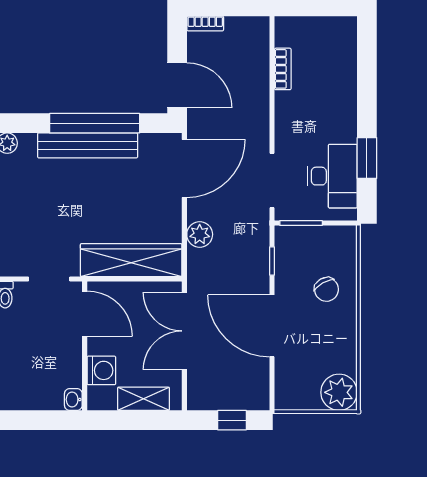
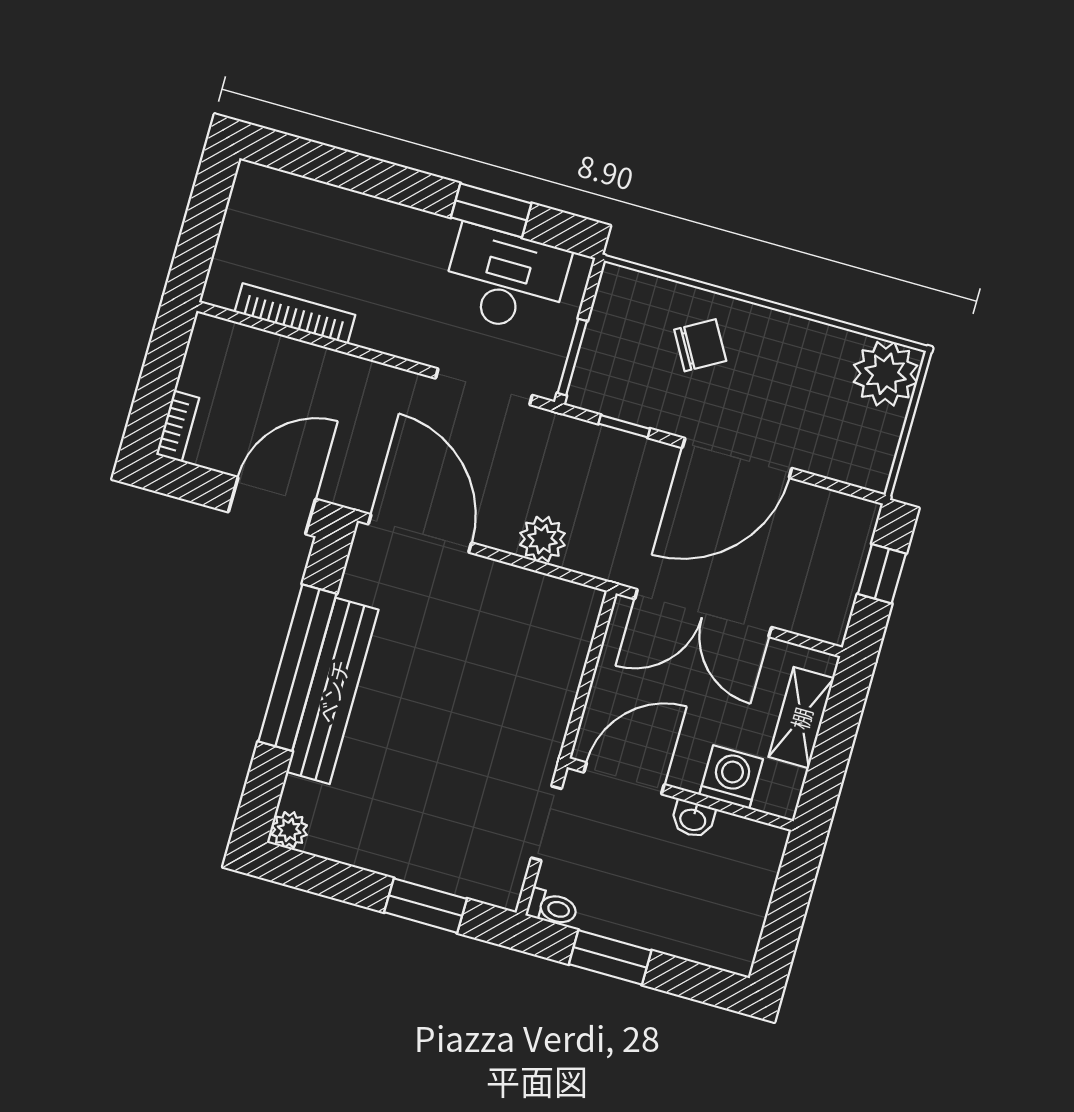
bookcase: (283, 69) -> (295, 313), width x1.56
wardrobe: (131, 260) -> (554, 671), removed
washbasin: (73, 400) -> (693, 819), moved

